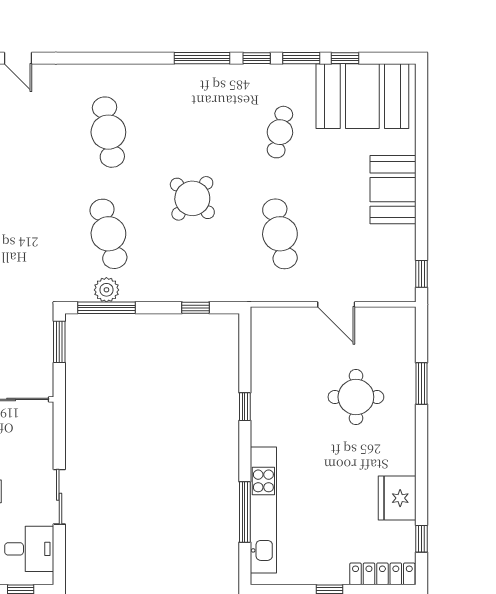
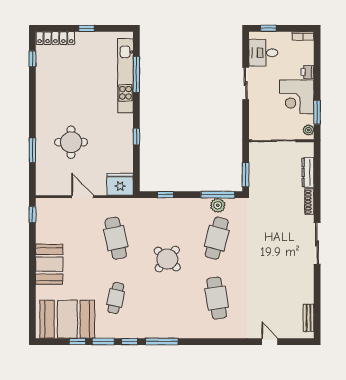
cafe table: (108, 234) -> (217, 238), turned 30
fridge: (397, 498) -> (120, 184), moved, turned -90

